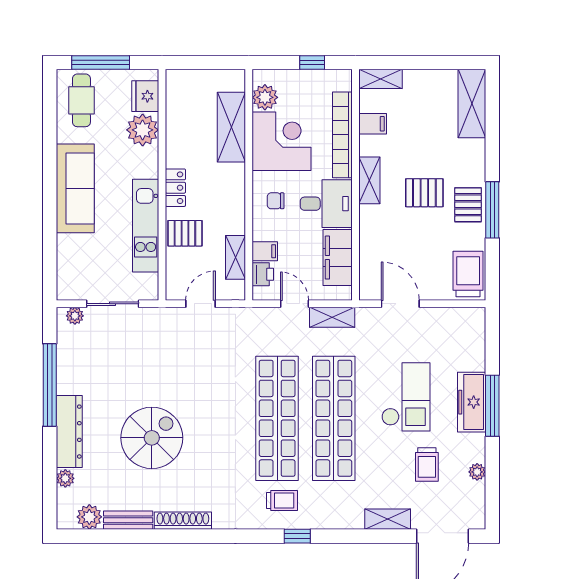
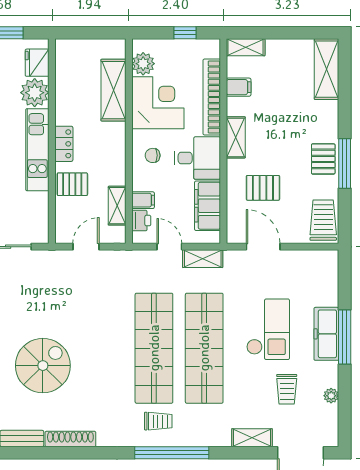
pallet: (424, 193) -> (263, 188), moved
kitchen unit: (146, 226) -> (37, 150), moved
window: (297, 536) -> (172, 453), width x3.17

